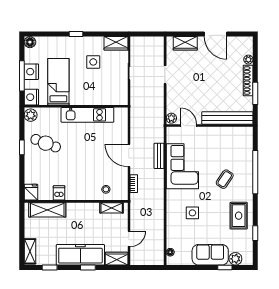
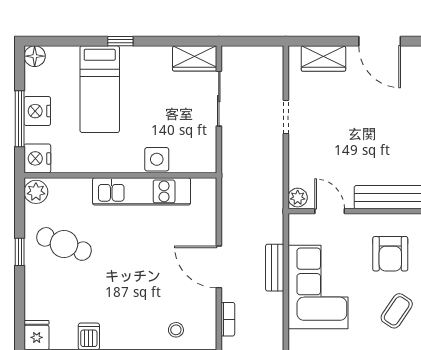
side table: (93, 62) -> (157, 159), moved
bed: (58, 82) -> (100, 89), moved, turned 180
armchair: (221, 148) -> (390, 254), added

